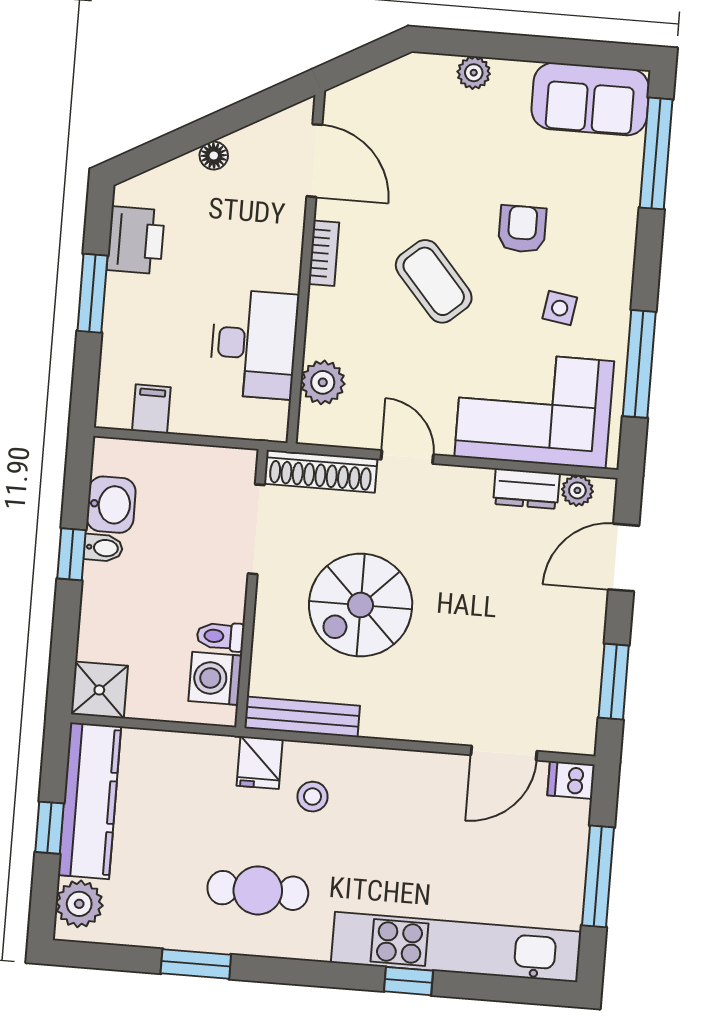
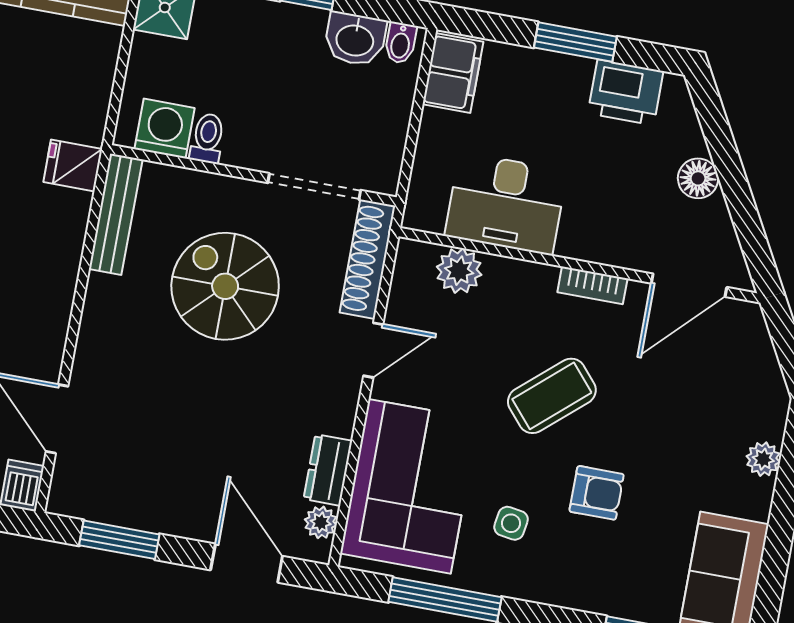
floor lamp: (214, 156) -> (698, 178), width x1.37, depth x1.37
filing cabinet: (151, 409) -> (453, 73), width x2.00
bidet: (103, 548) -> (401, 43), moved
stool: (313, 797) -> (32, 217), removed

